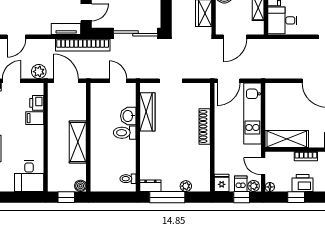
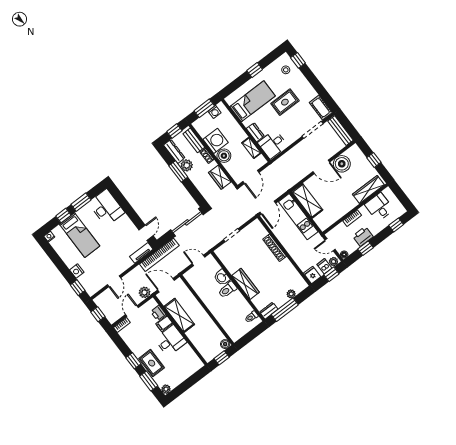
wardrobe: (147, 112) -> (246, 284), moved
shelving: (287, 139) -> (307, 201), moved, turned 90
shelving: (78, 142) -> (179, 315), moved
desk: (29, 176) -> (171, 341), moved, turned -90

